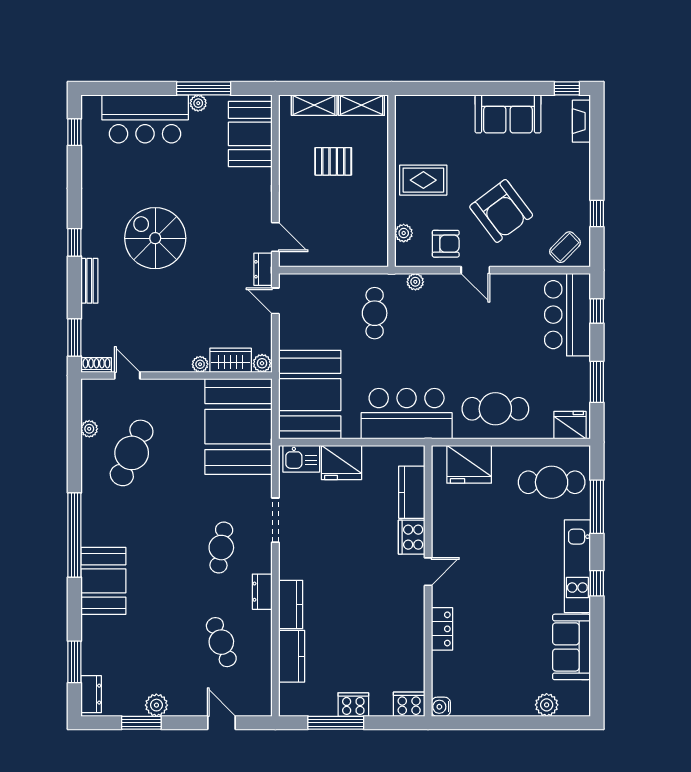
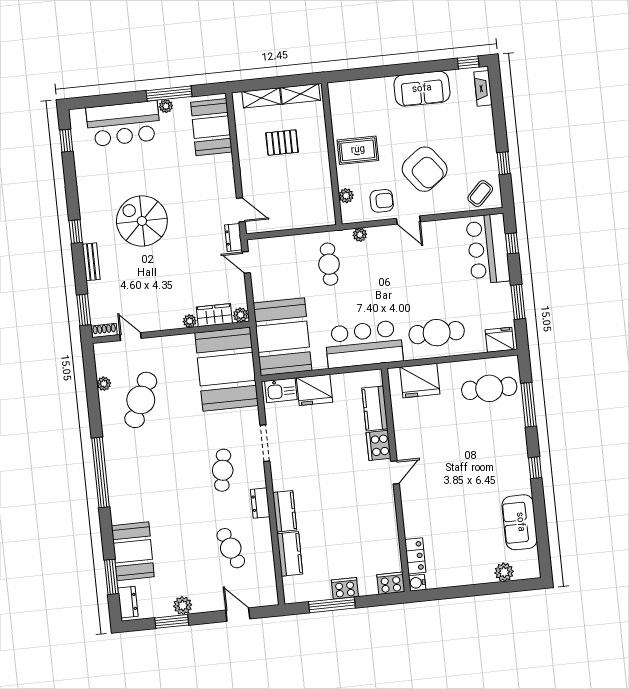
kitchen unit: (577, 566) -> (518, 455), removed
booth: (103, 581) -> (133, 551), moved
locker: (442, 629) -> (415, 556), moved

